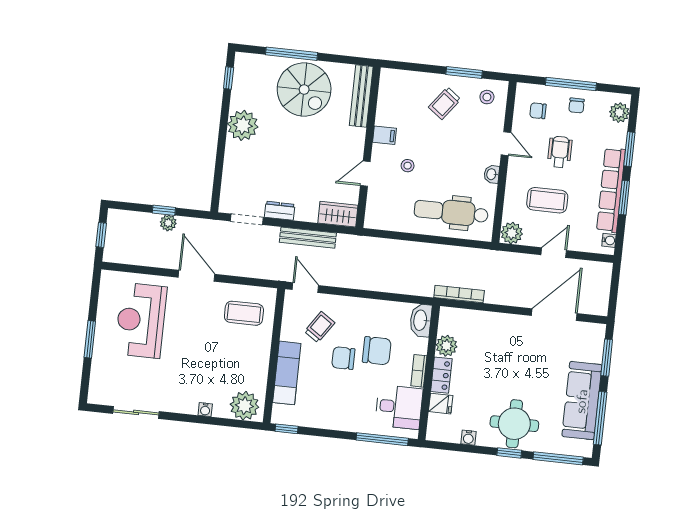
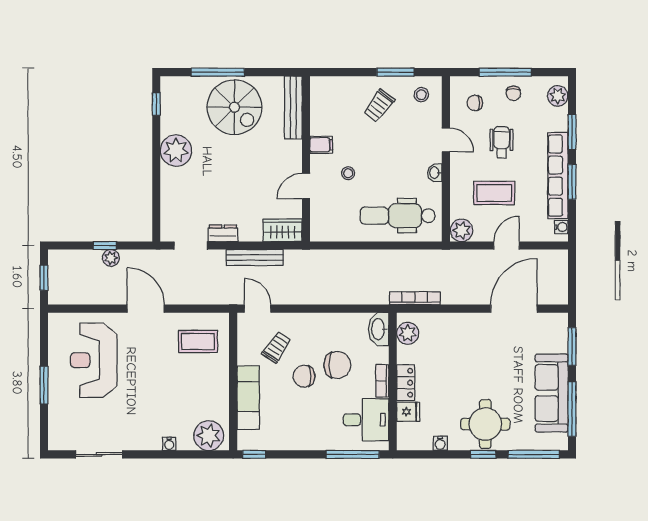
plant: (446, 346) -> (408, 333), moved

